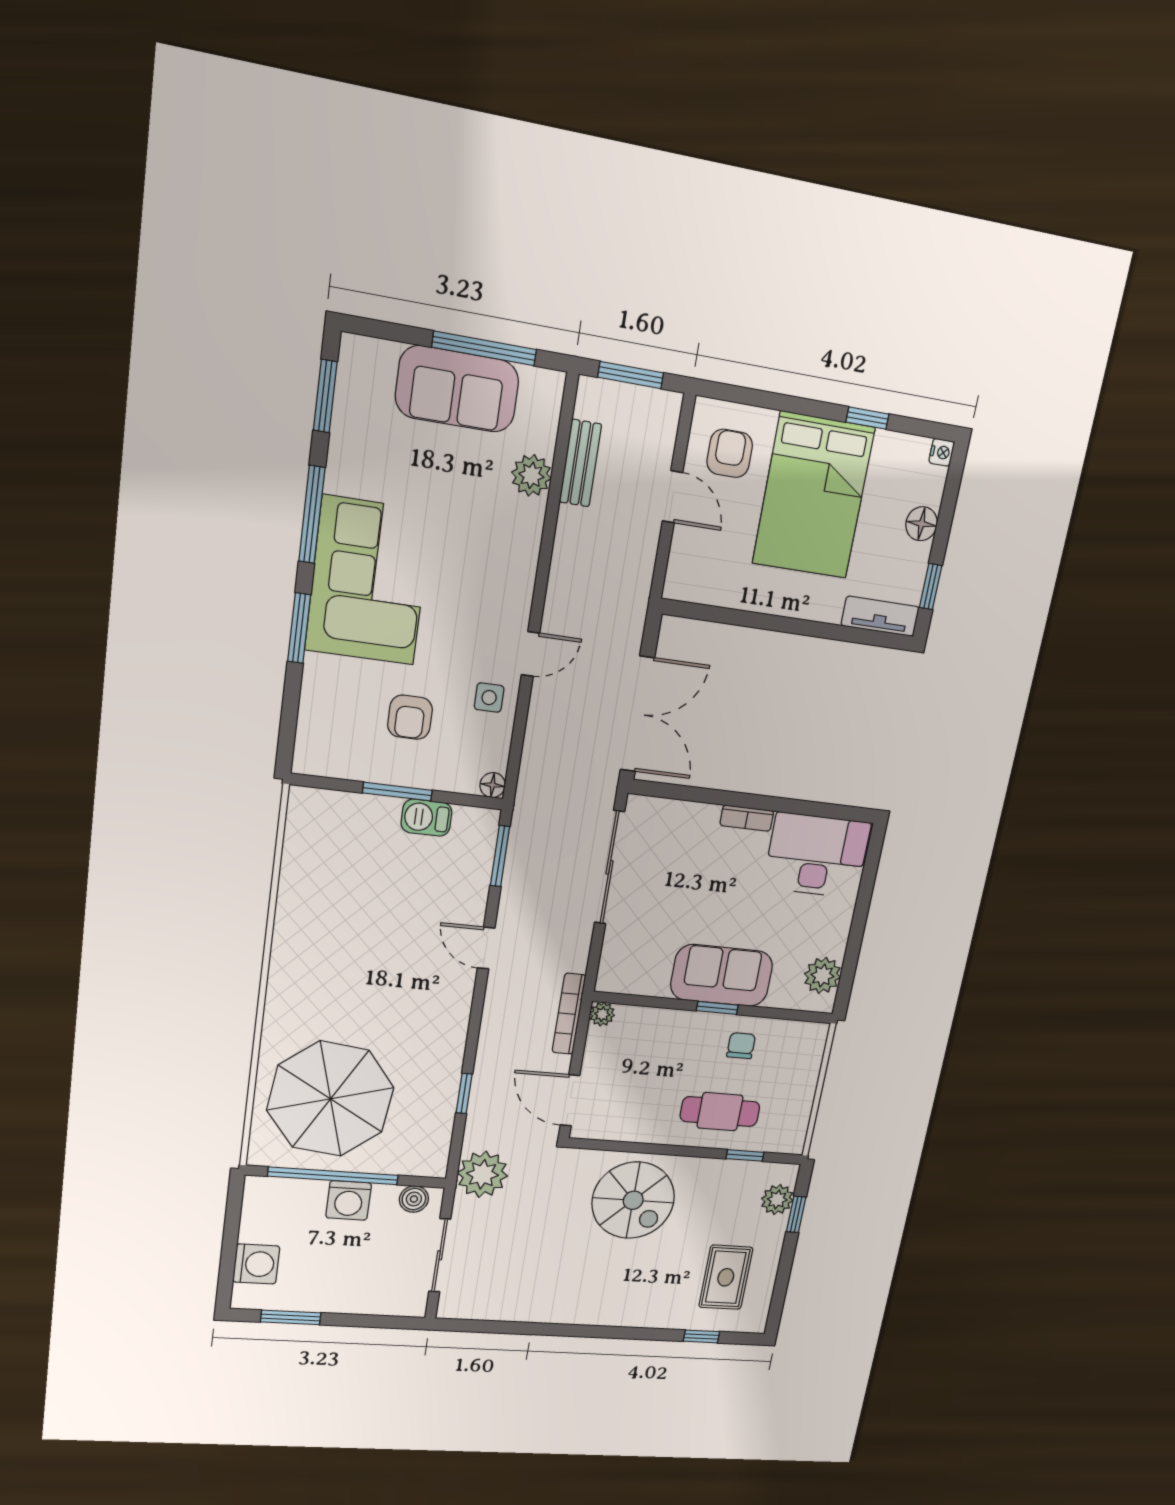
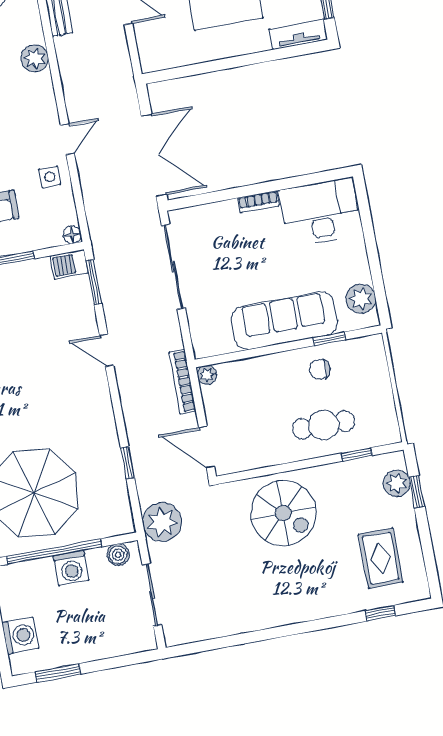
plant: (531, 475) -> (35, 58), moved
barbecue: (426, 818) -> (69, 264), moved
sofa: (722, 975) -> (284, 321), width x1.36
window: (717, 1008) -> (330, 339), moved
chair: (741, 1046) -> (320, 369), turned -90

